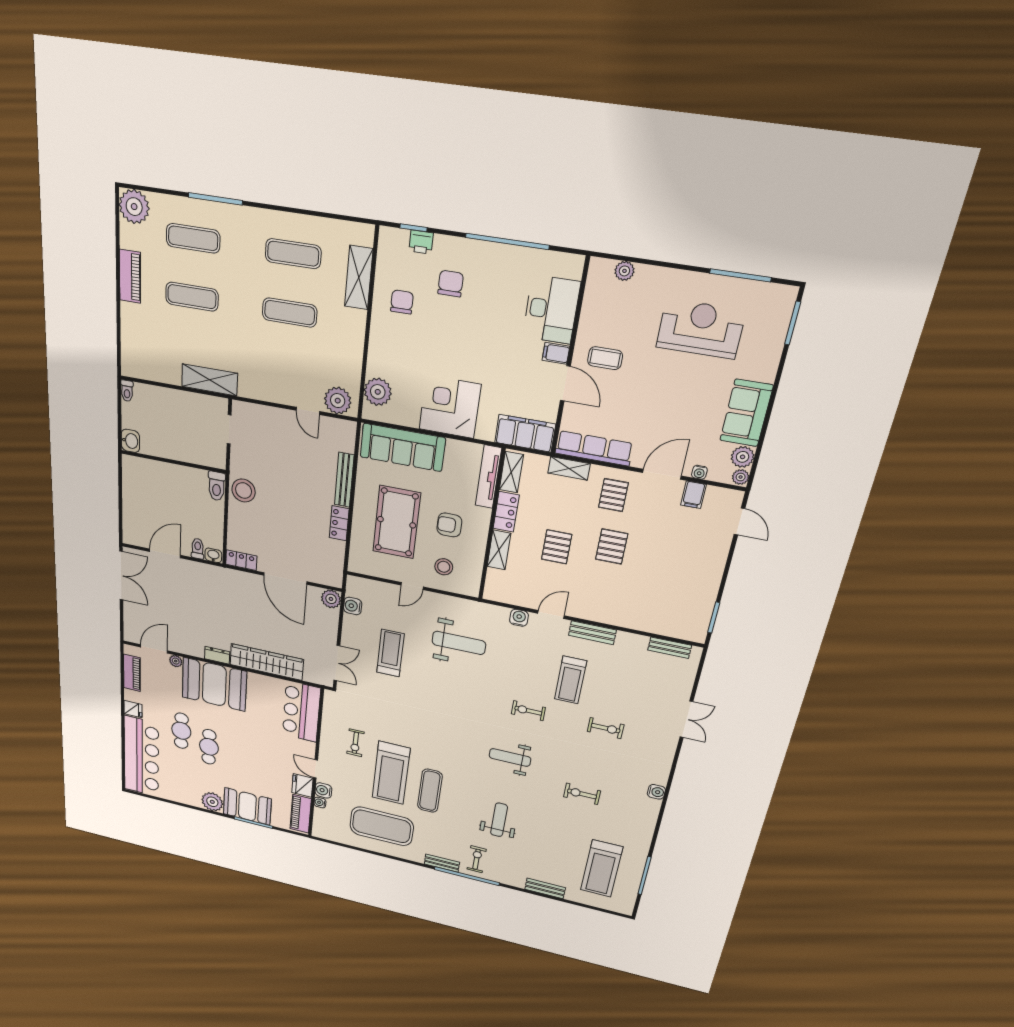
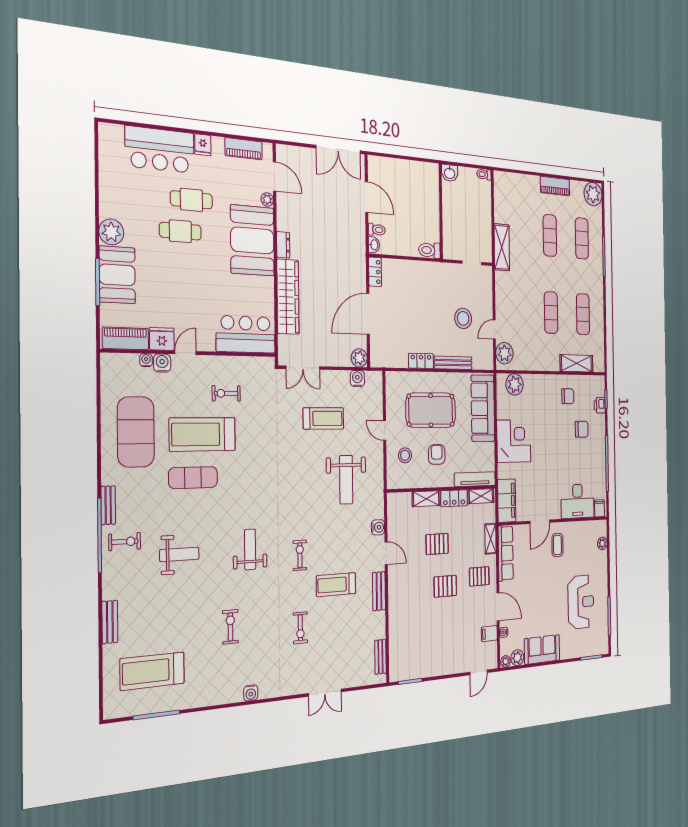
filing cabinet: (556, 353) -> (599, 508), moved
stool: (244, 490) -> (463, 318), moved
bar counter: (141, 756) -> (160, 150), width x0.73

